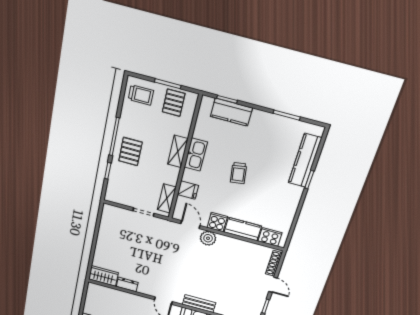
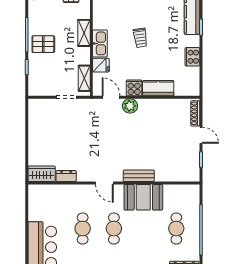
pallet: (130, 152) -> (43, 44), turned 90
kitchen sink: (196, 155) -> (100, 43), moved
cooker: (270, 237) -> (192, 57), moved, turned -90

